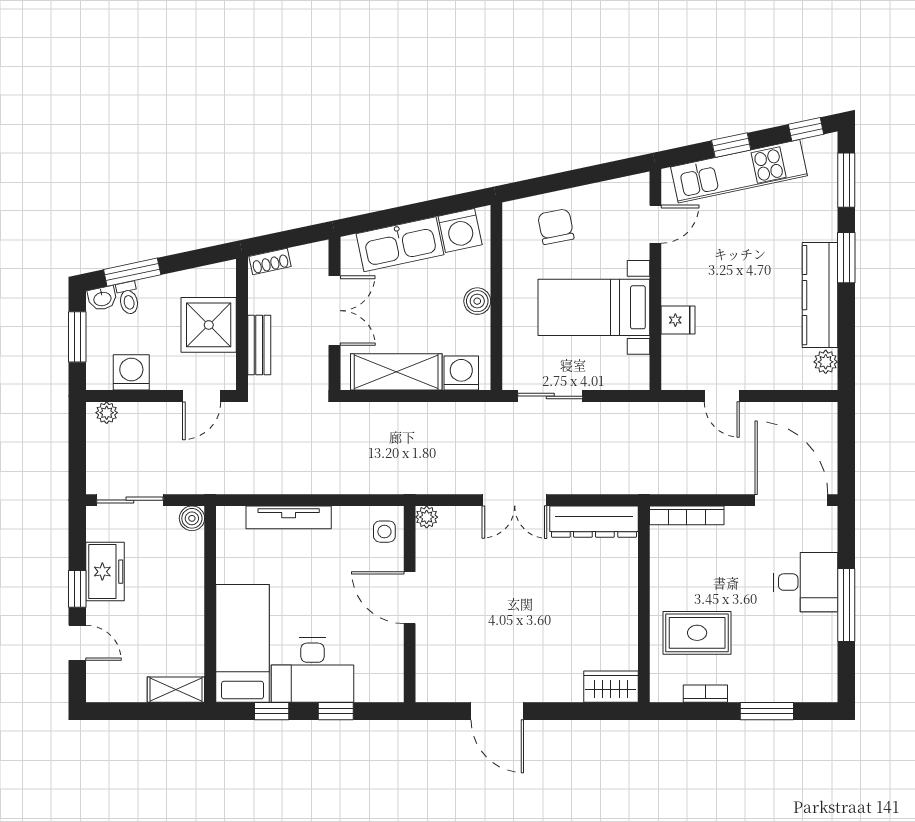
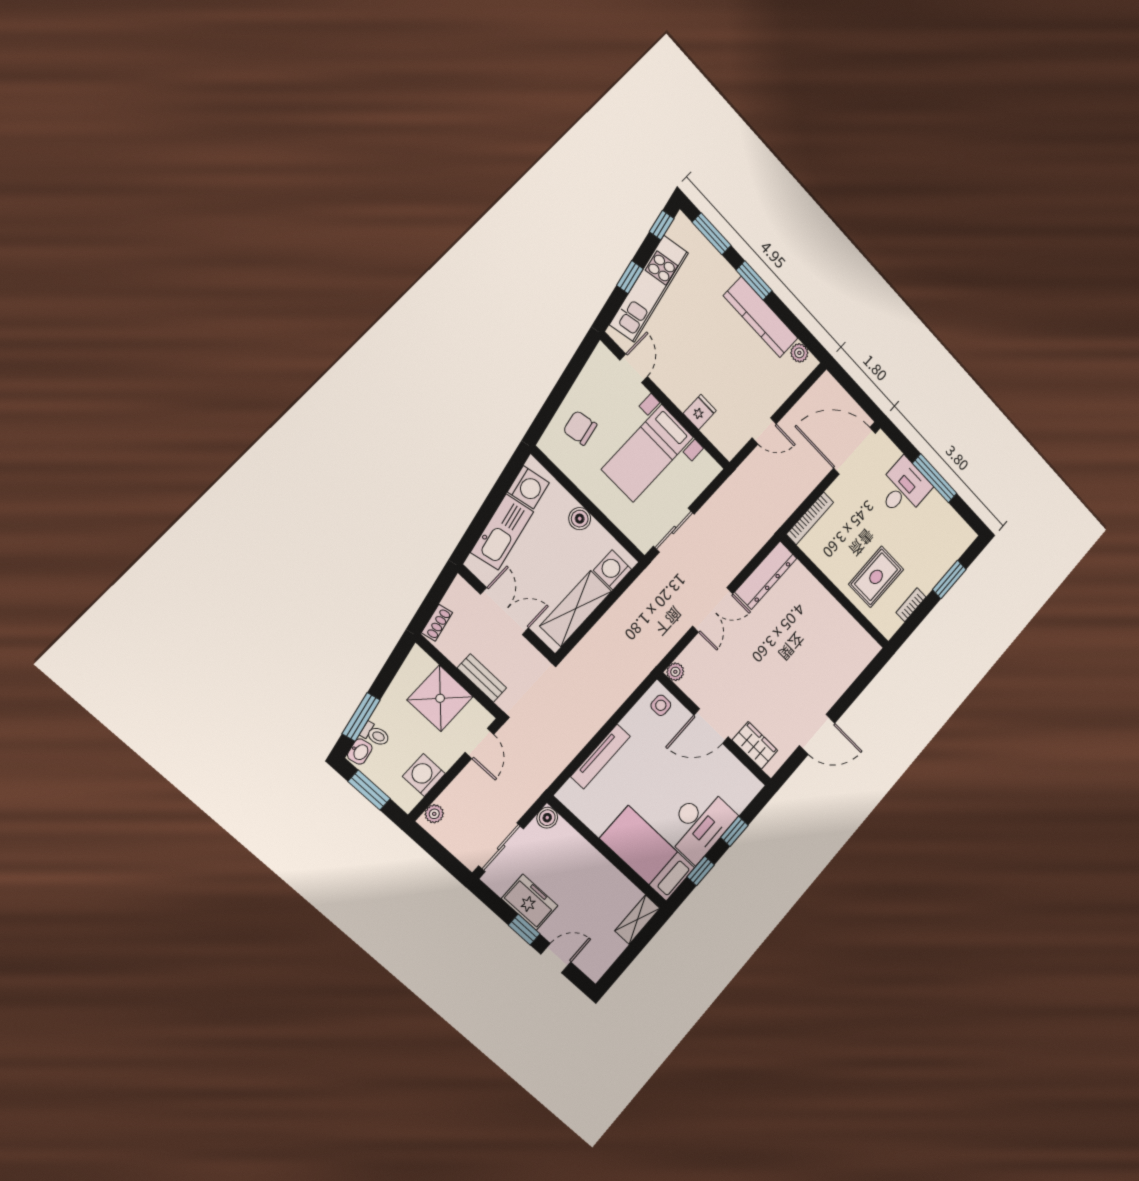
wardrobe: (611, 687) -> (755, 745), moved, turned 90

